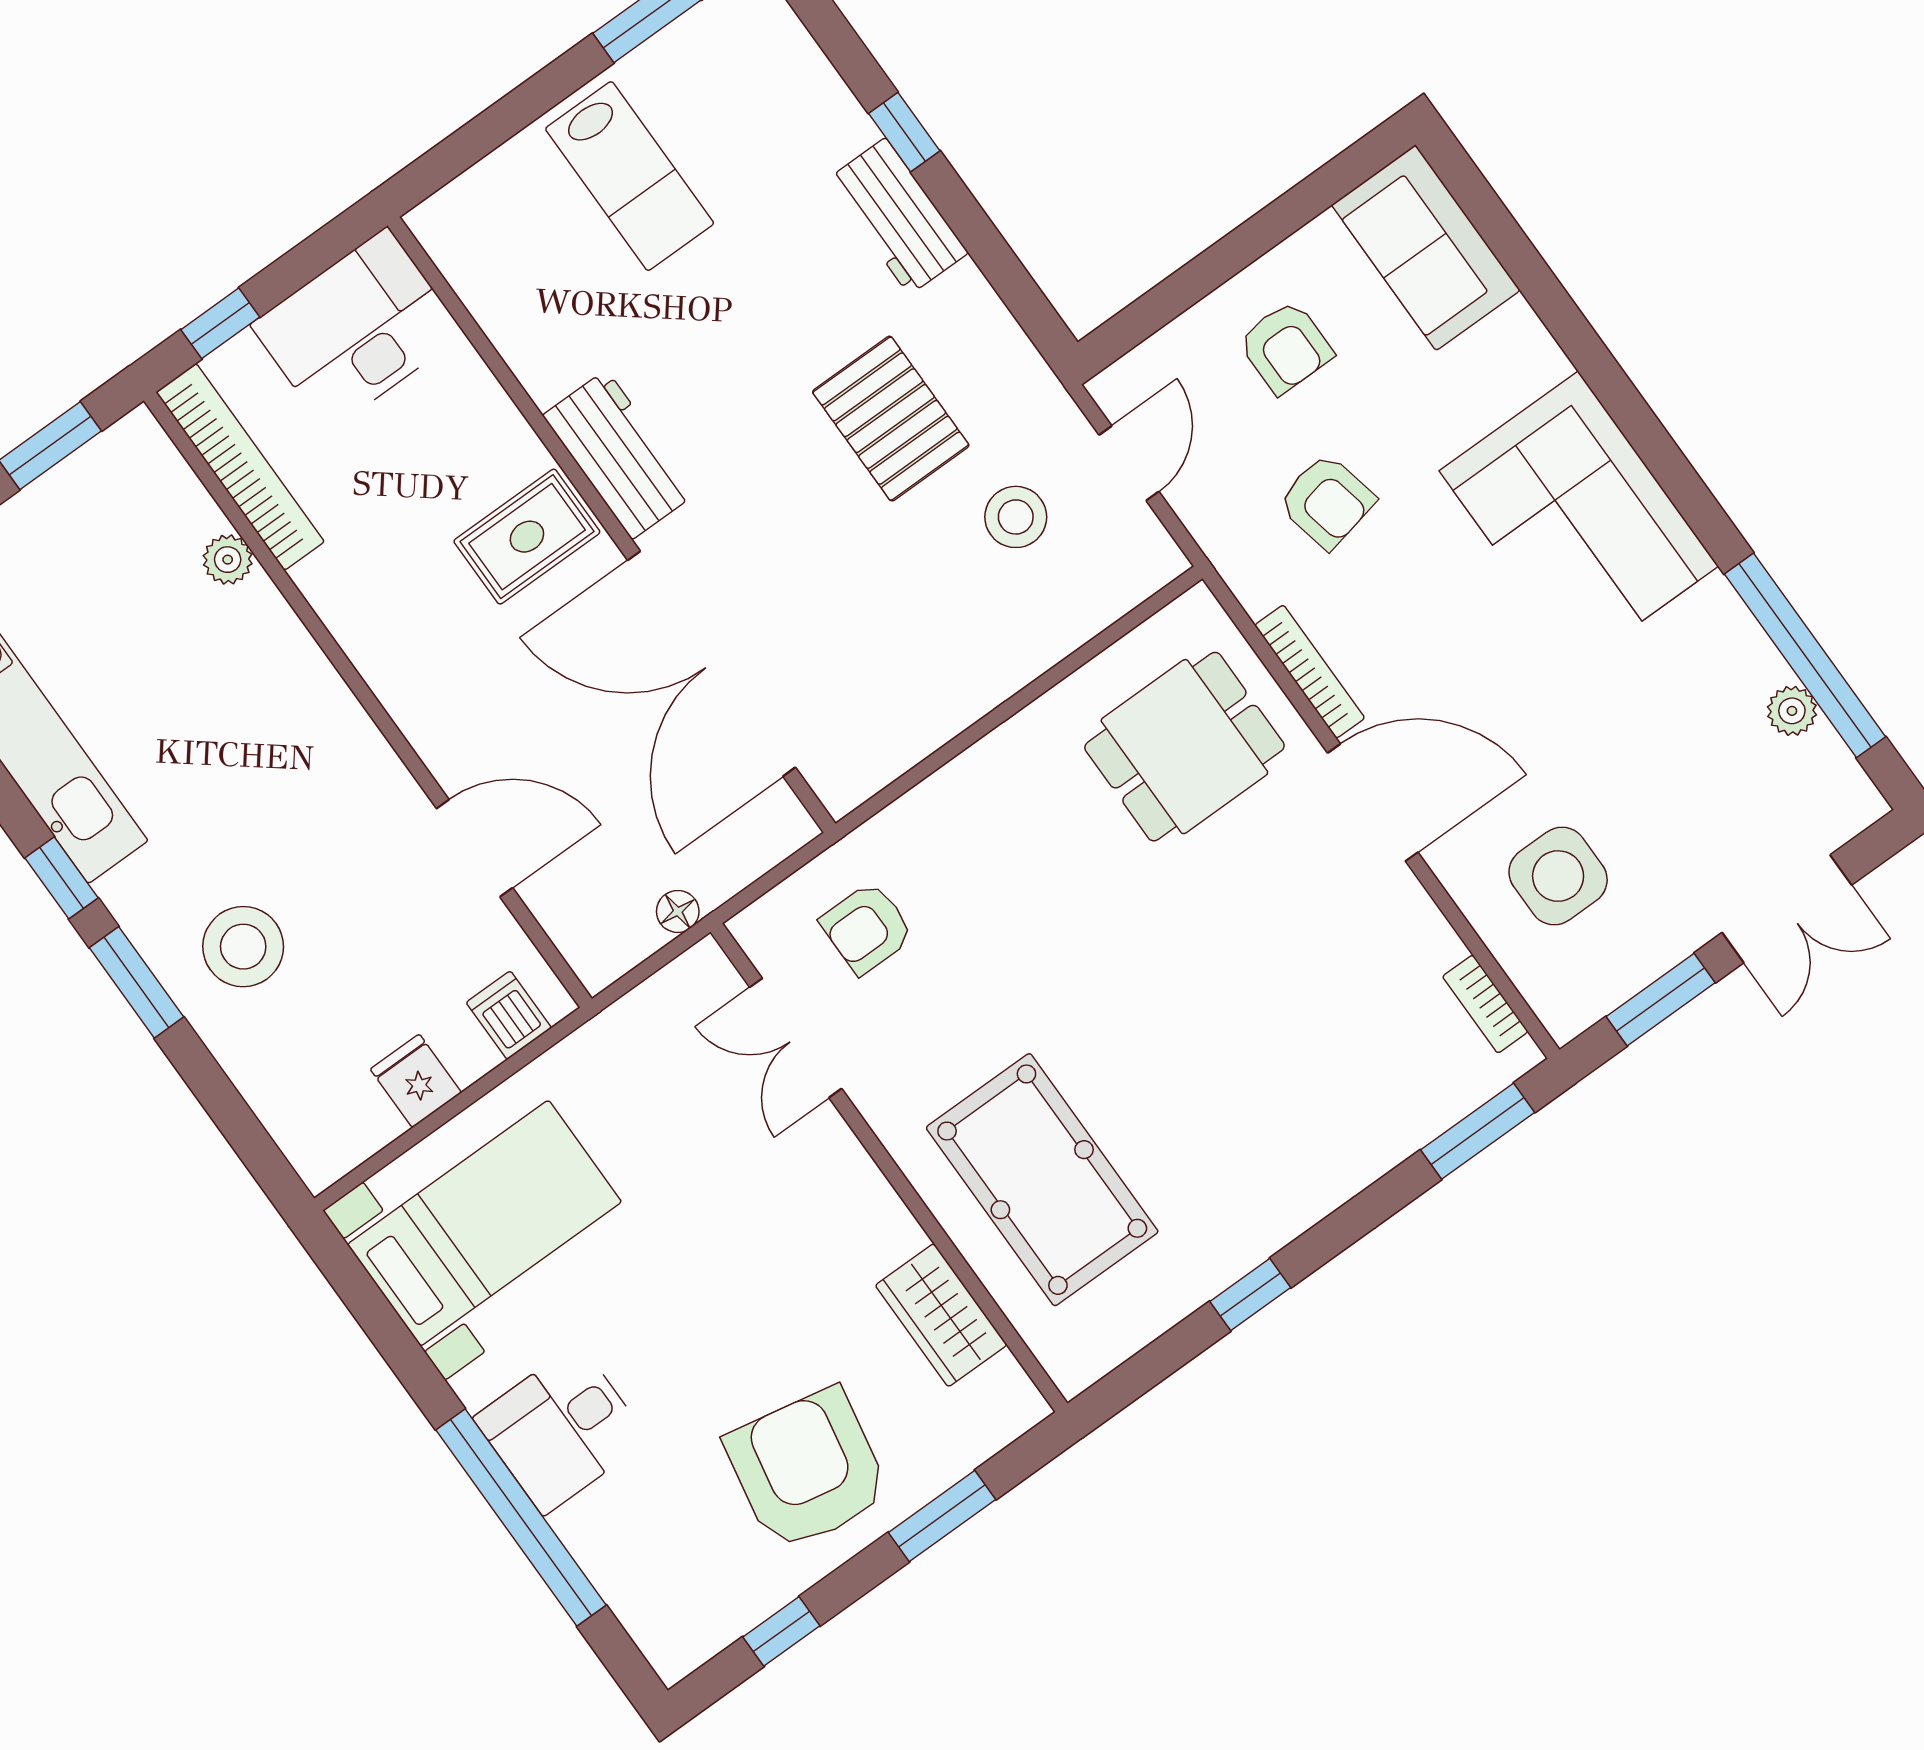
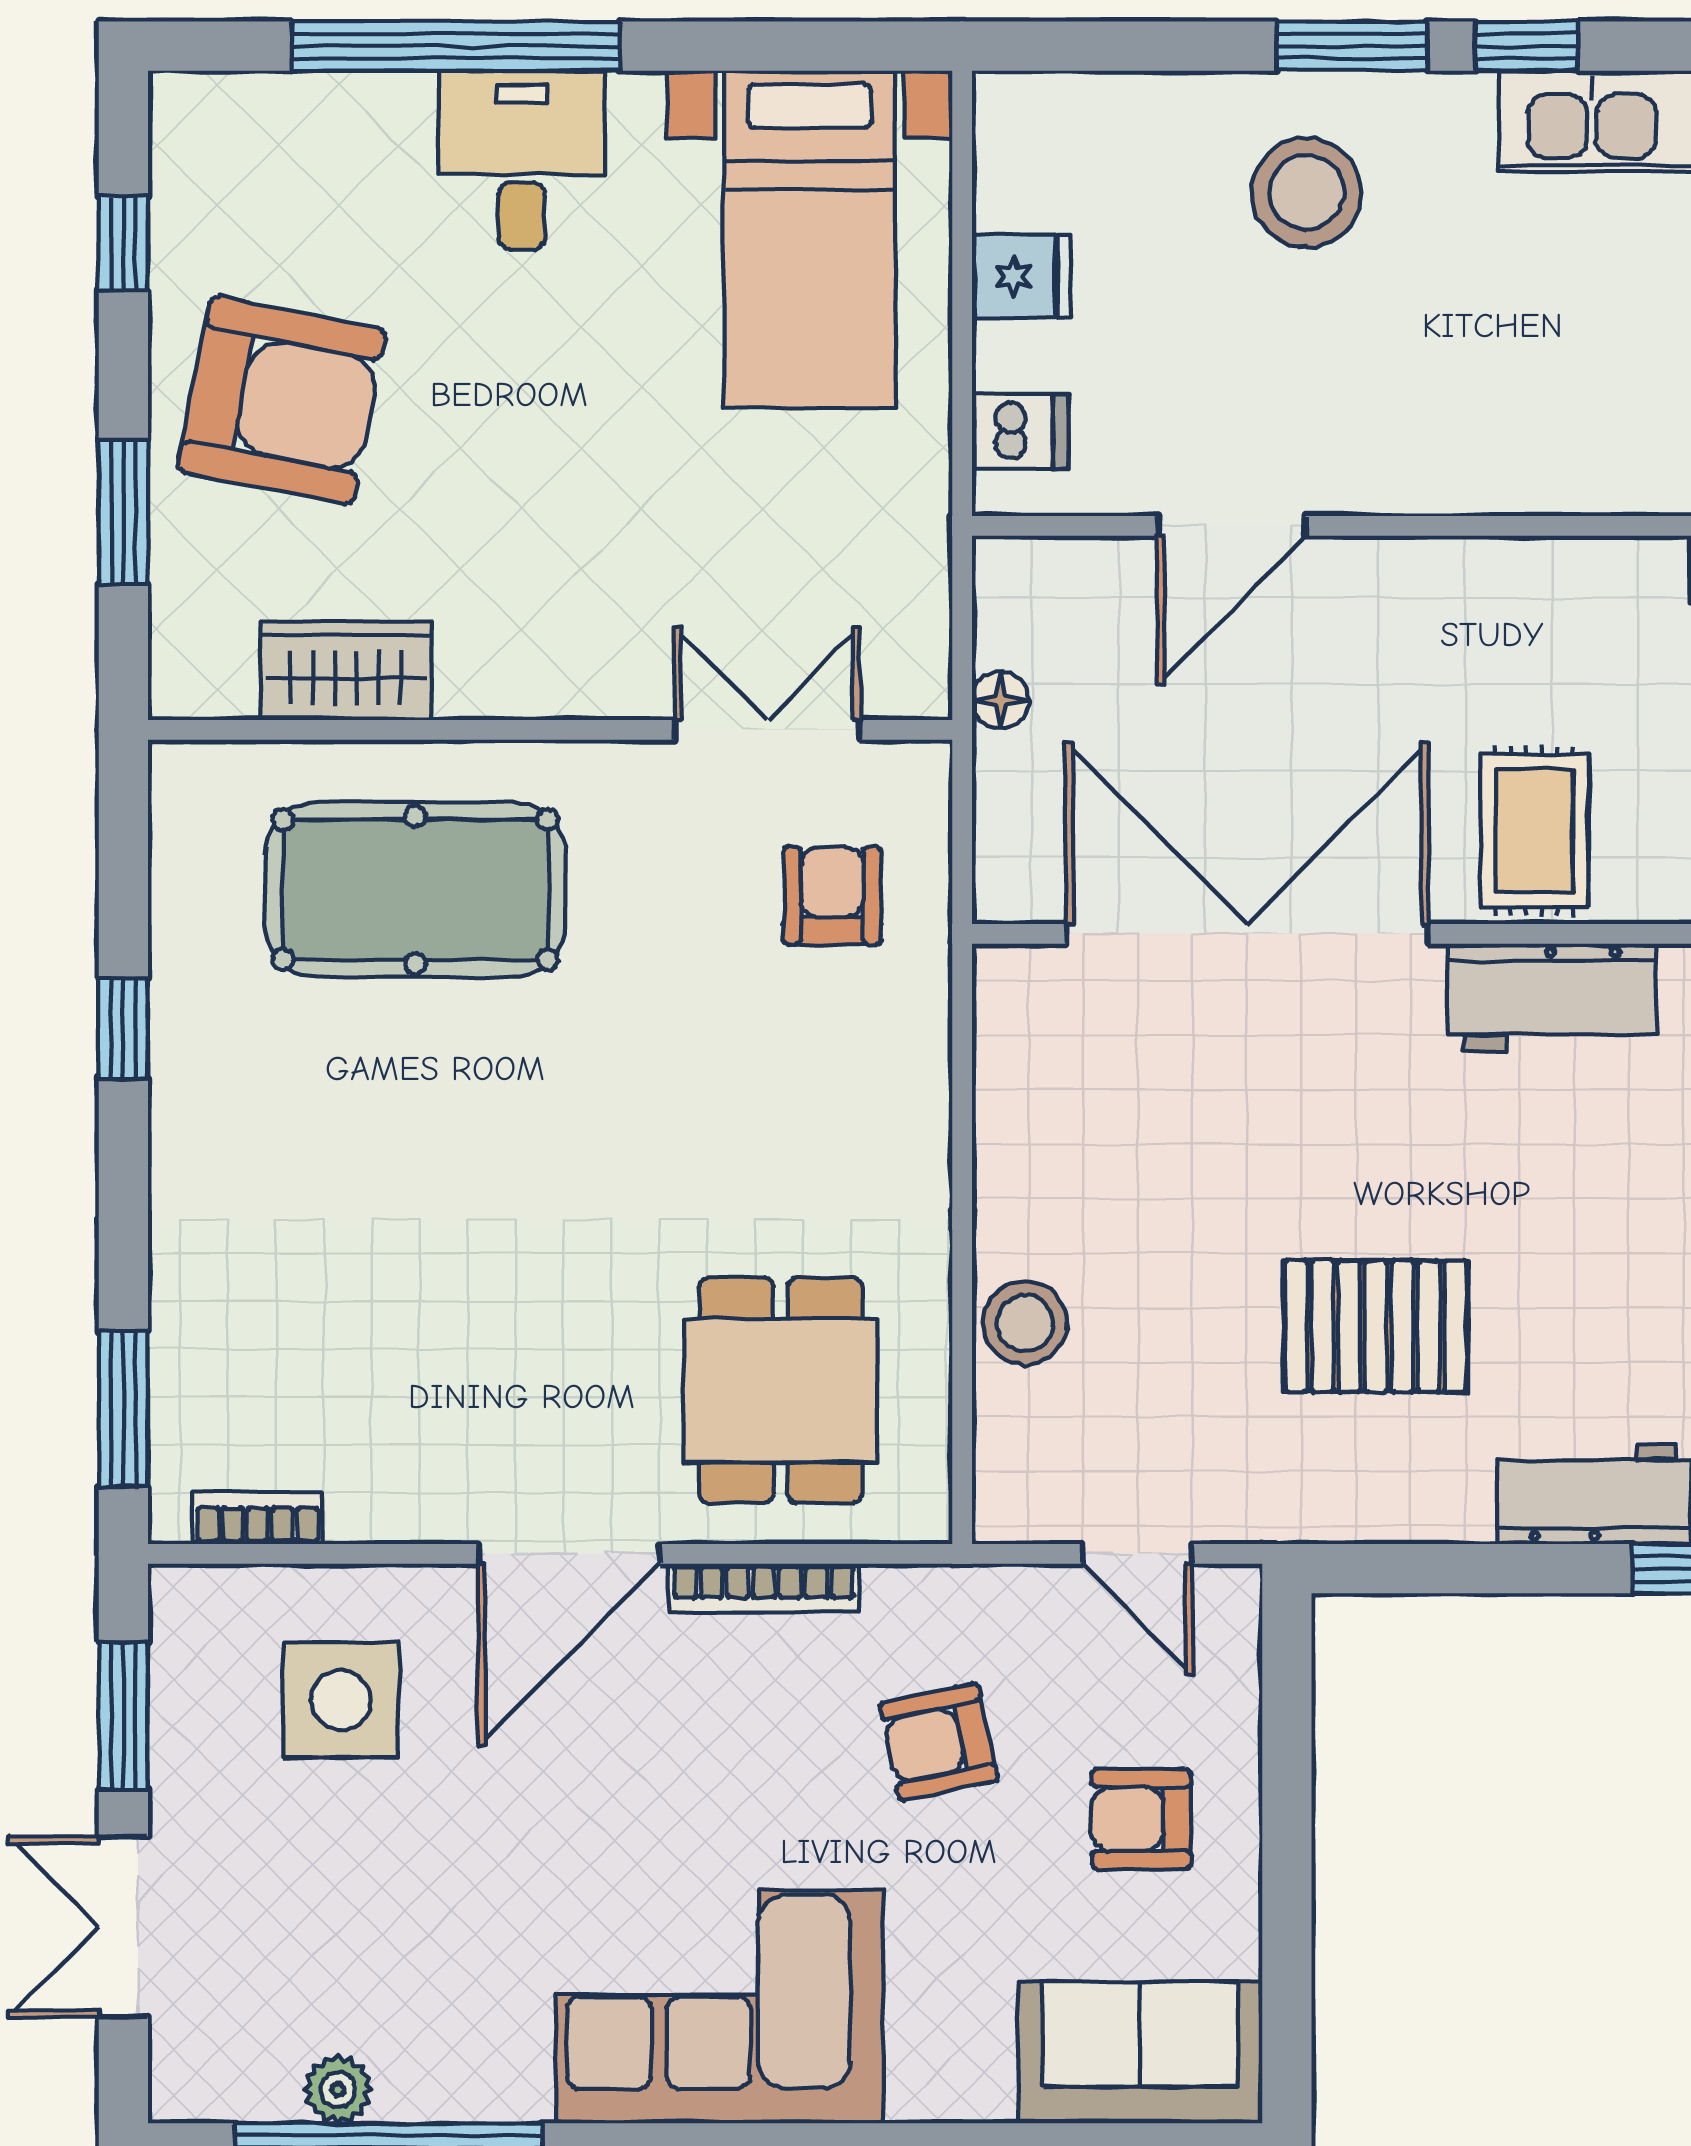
stool: (1016, 517) -> (1025, 1323), moved

